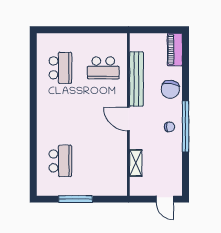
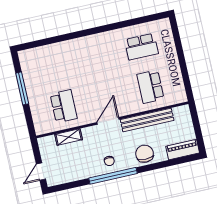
chair: (170, 89) -> (145, 154), turned 81
school desk: (60, 161) -> (64, 106), moved, turned -90

